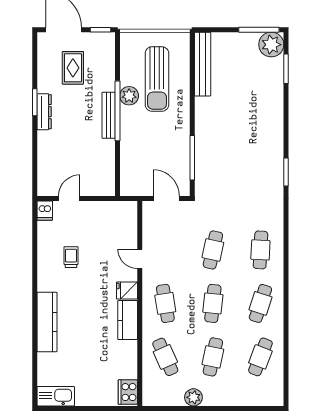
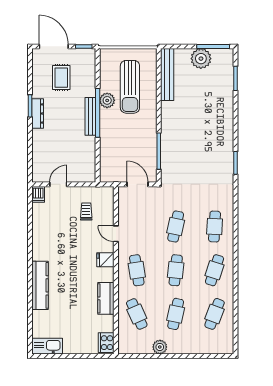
plant: (271, 45) -> (201, 59), moved
trolley: (71, 257) -> (86, 211), moved
kitchen counter: (128, 320) -> (106, 298), moved

